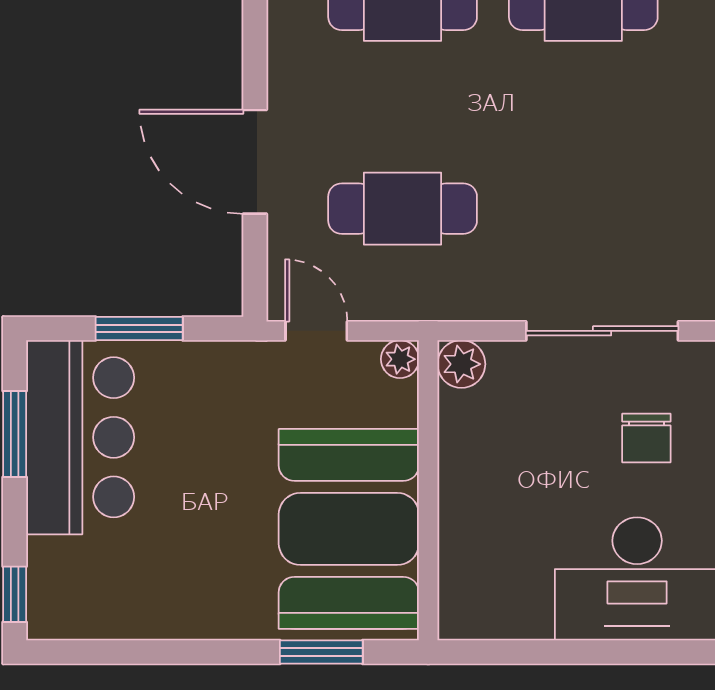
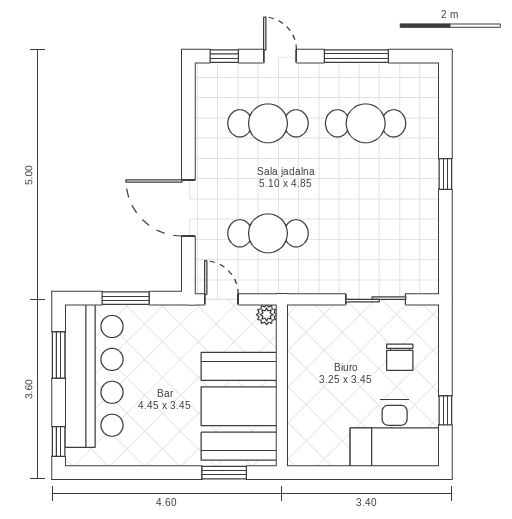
sliding door: (602, 331) -> (376, 299), width x0.73
plant: (461, 364) -> (300, 317), removed
bar counter: (80, 437) -> (94, 376), width x1.36

